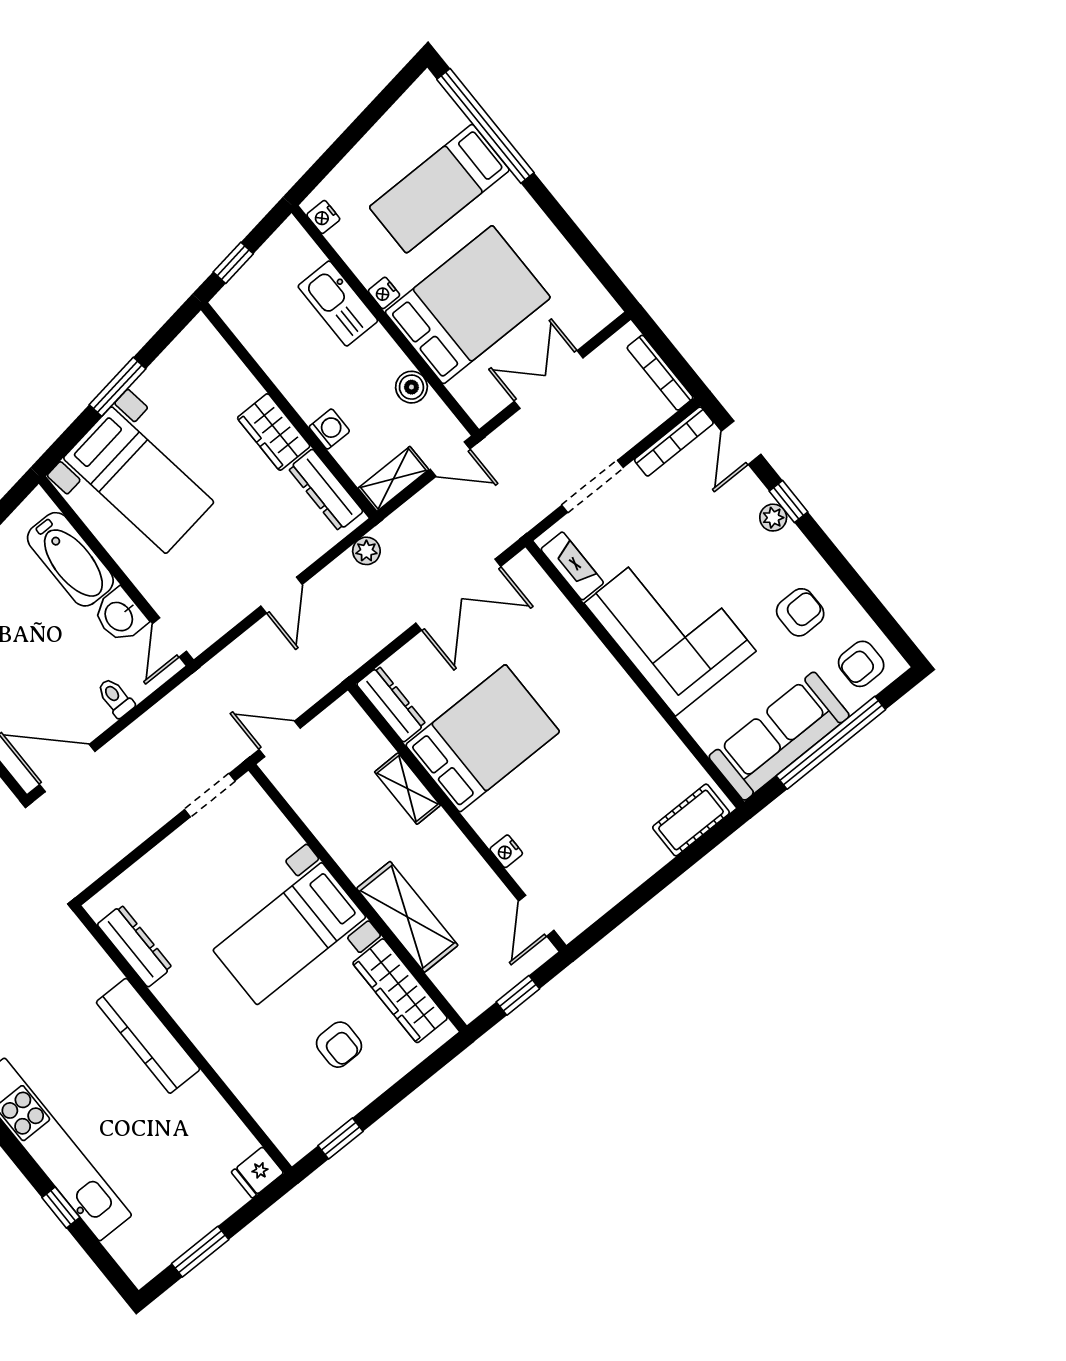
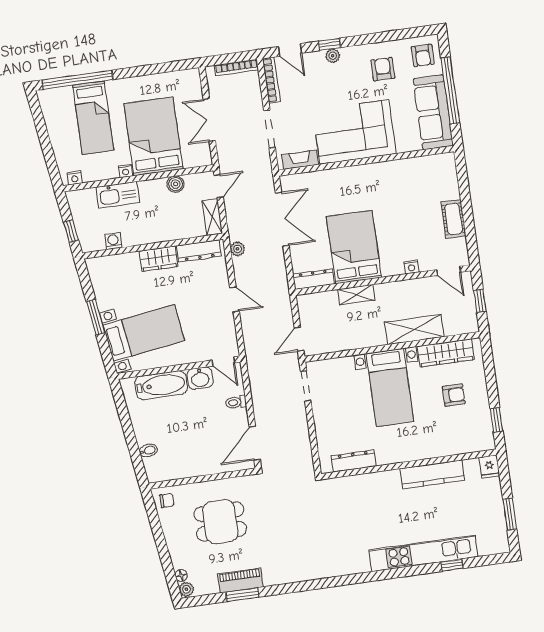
washing machine: (329, 429) -> (113, 241), moved
cot: (691, 820) -> (454, 219), moved
kitchen counter: (148, 1036) -> (432, 474), moved

